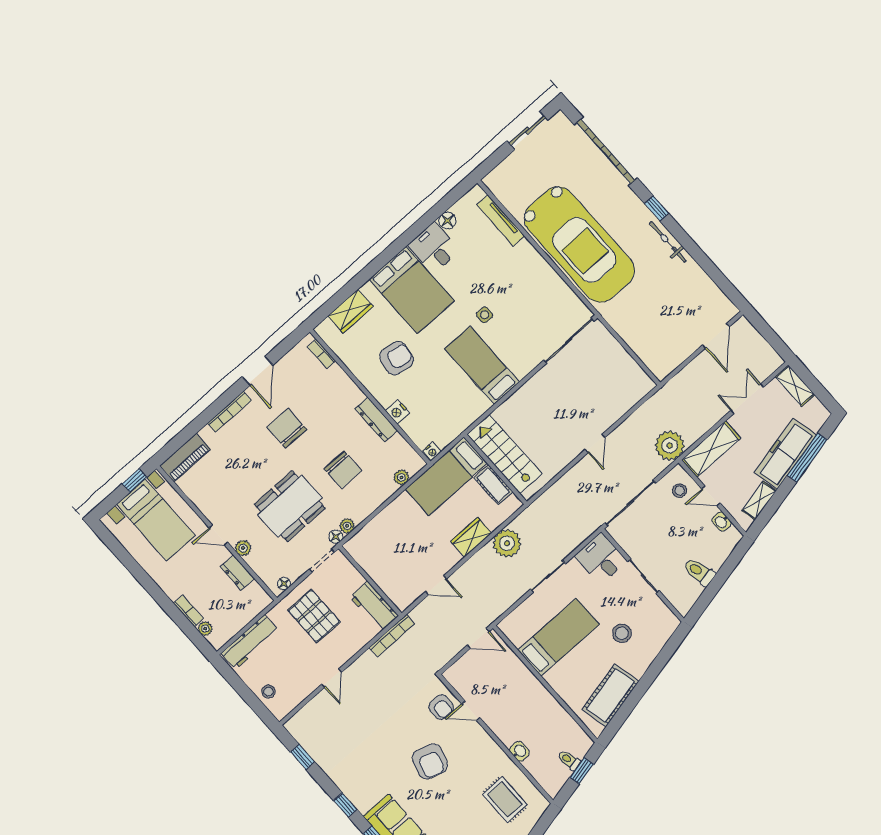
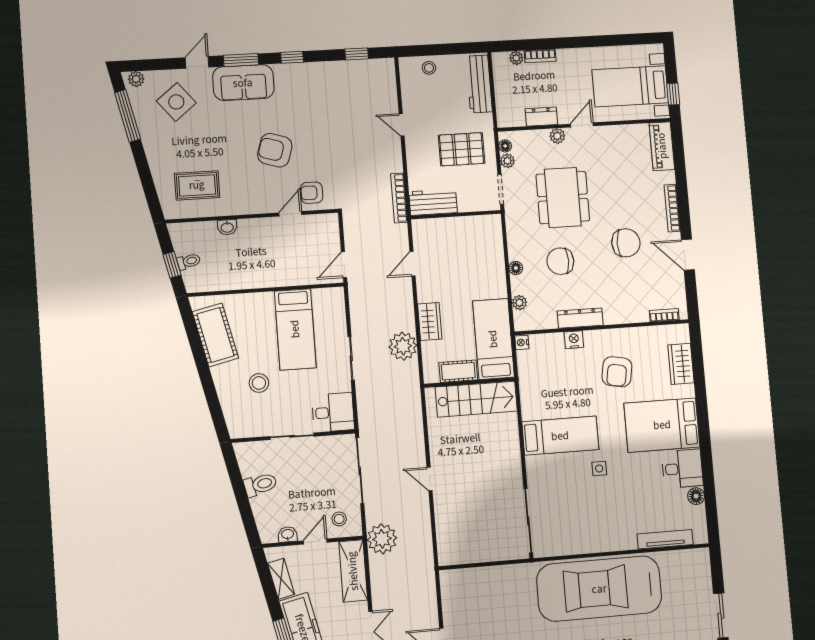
plant: (347, 526) -> (507, 161), moved
floor lamp: (336, 537) -> (516, 268), moved

